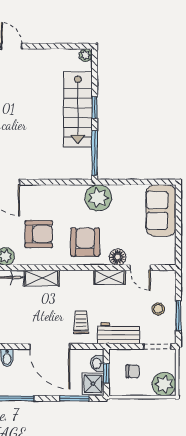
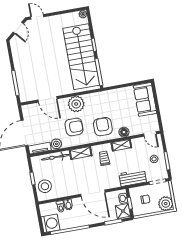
stairs: (78, 109) -> (81, 57), width x1.36, depth x1.51
plant: (98, 198) -> (76, 104), moved
door: (140, 268) -> (150, 134), moved
trolley: (81, 322) -> (104, 158), moved

